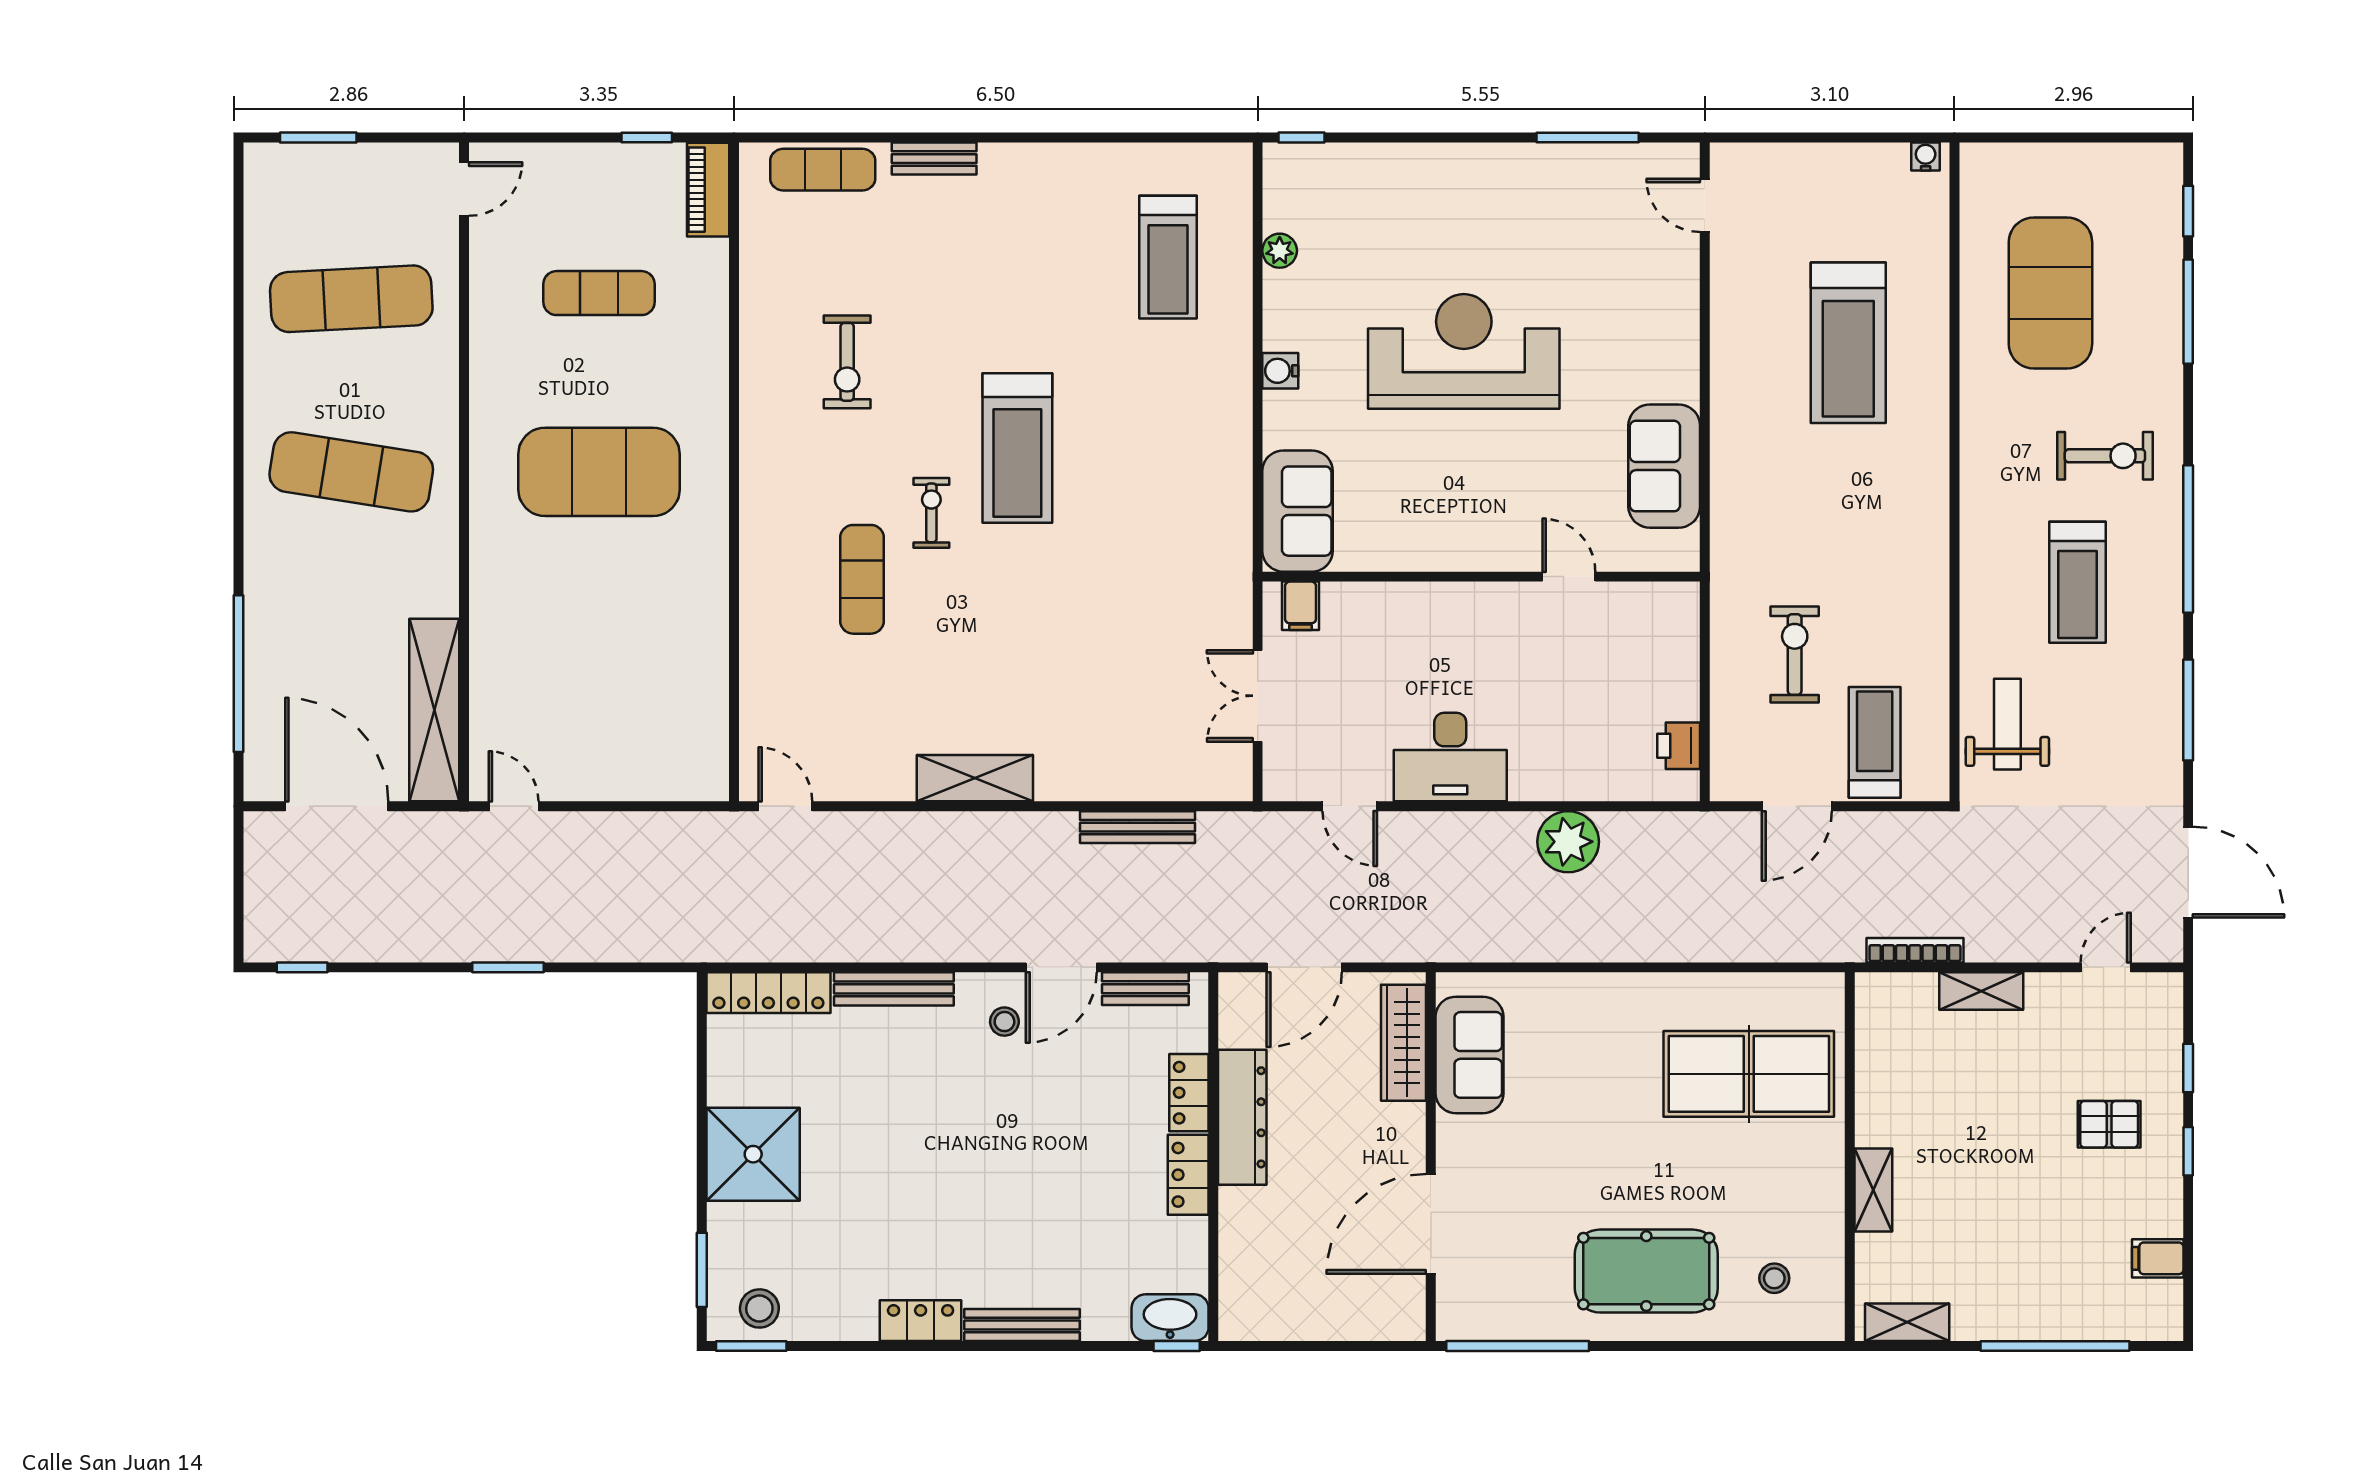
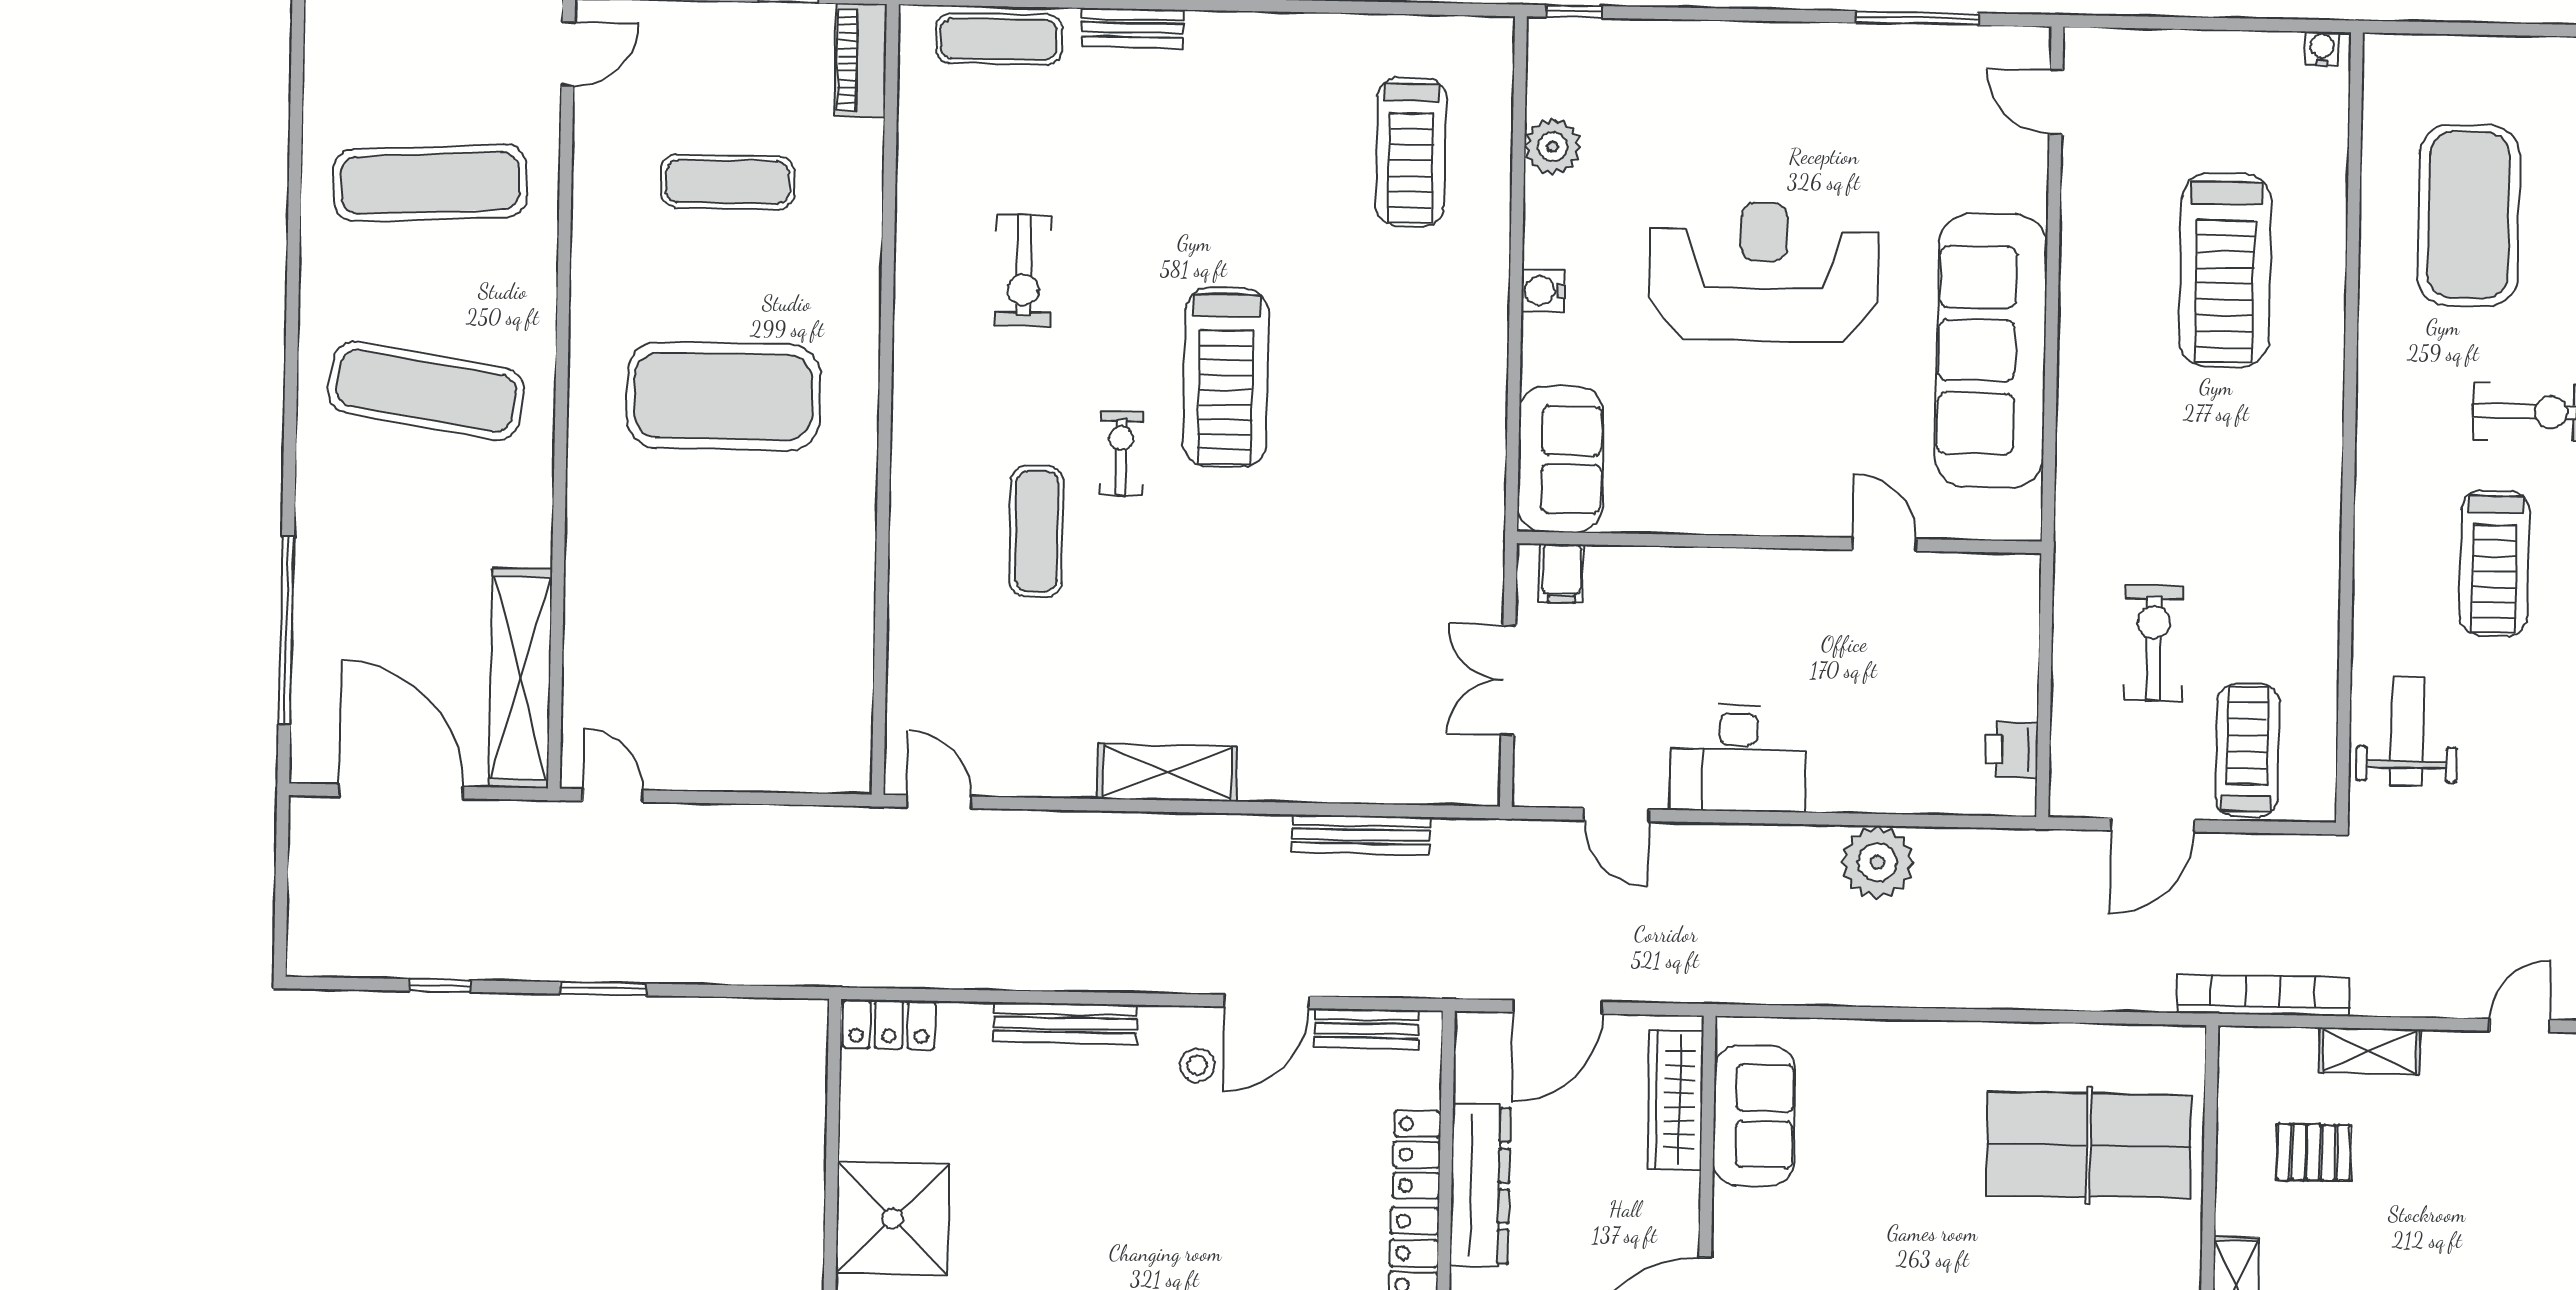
plant: (1280, 251) -> (1553, 147), width x1.38, depth x1.38
sofa: (1664, 466) -> (1991, 351), width x1.85, depth x1.27
bookcase: (1915, 950) -> (2263, 995), width x1.48, depth x1.31
window: (302, 967) -> (440, 986), moved
locker: (768, 993) -> (889, 1025), width x0.66
pallet: (2109, 1124) -> (2314, 1152), moved

